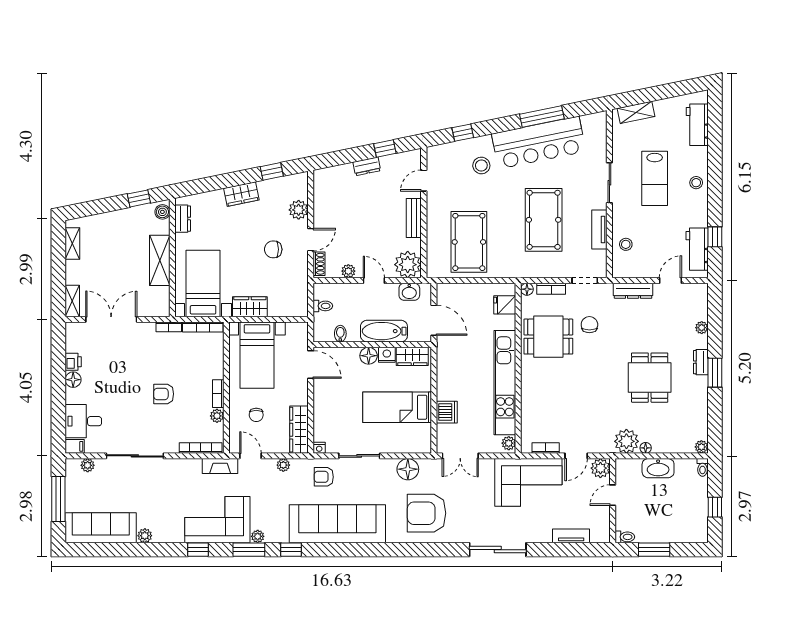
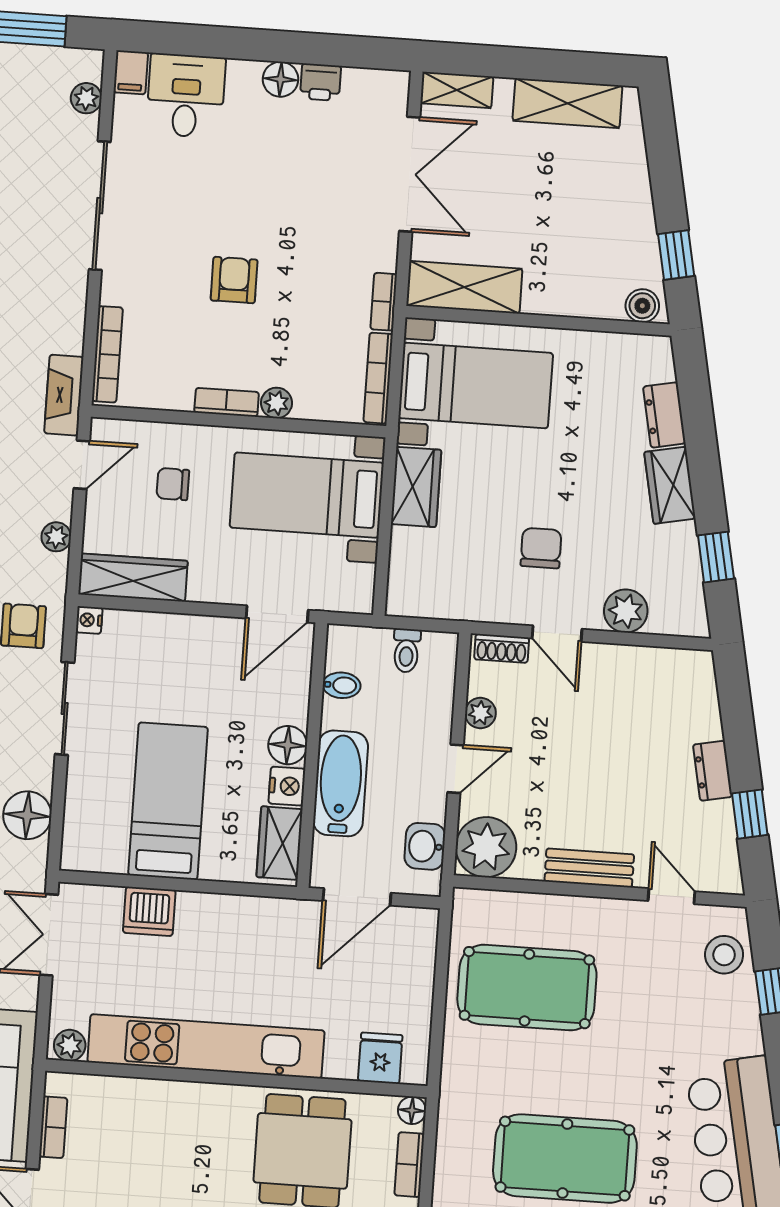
stool: (481, 166) -> (724, 955), moved
dresser: (183, 219) -> (664, 415), moved, turned 79
shelving: (72, 243) -> (567, 103), width x1.50, depth x1.33
shelving: (160, 260) -> (464, 287), moved
plant: (217, 416) -> (277, 403), moved

